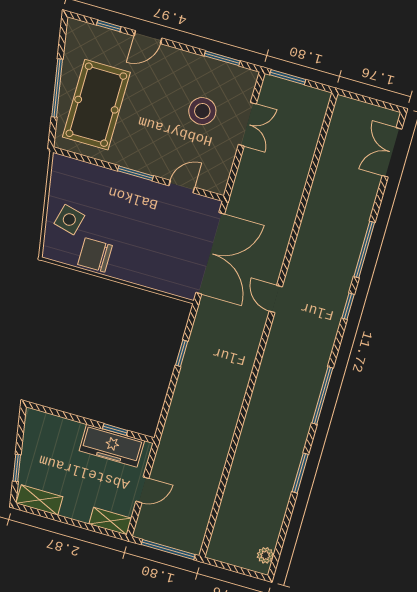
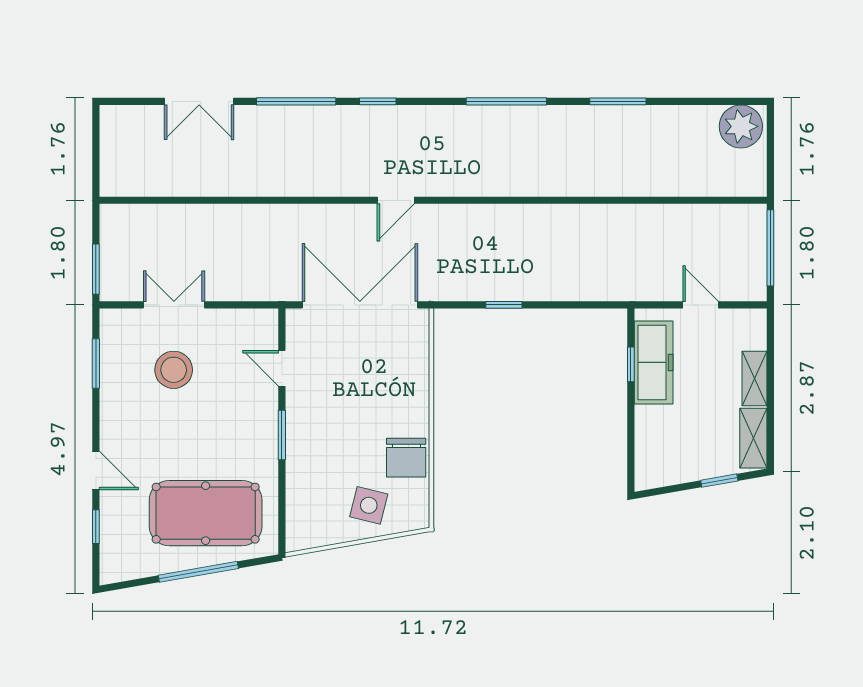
double door: (392, 152) -> (199, 101), moved
shelving: (110, 521) -> (755, 378), moved
plant: (265, 555) -> (741, 126), width x1.88, depth x1.88

